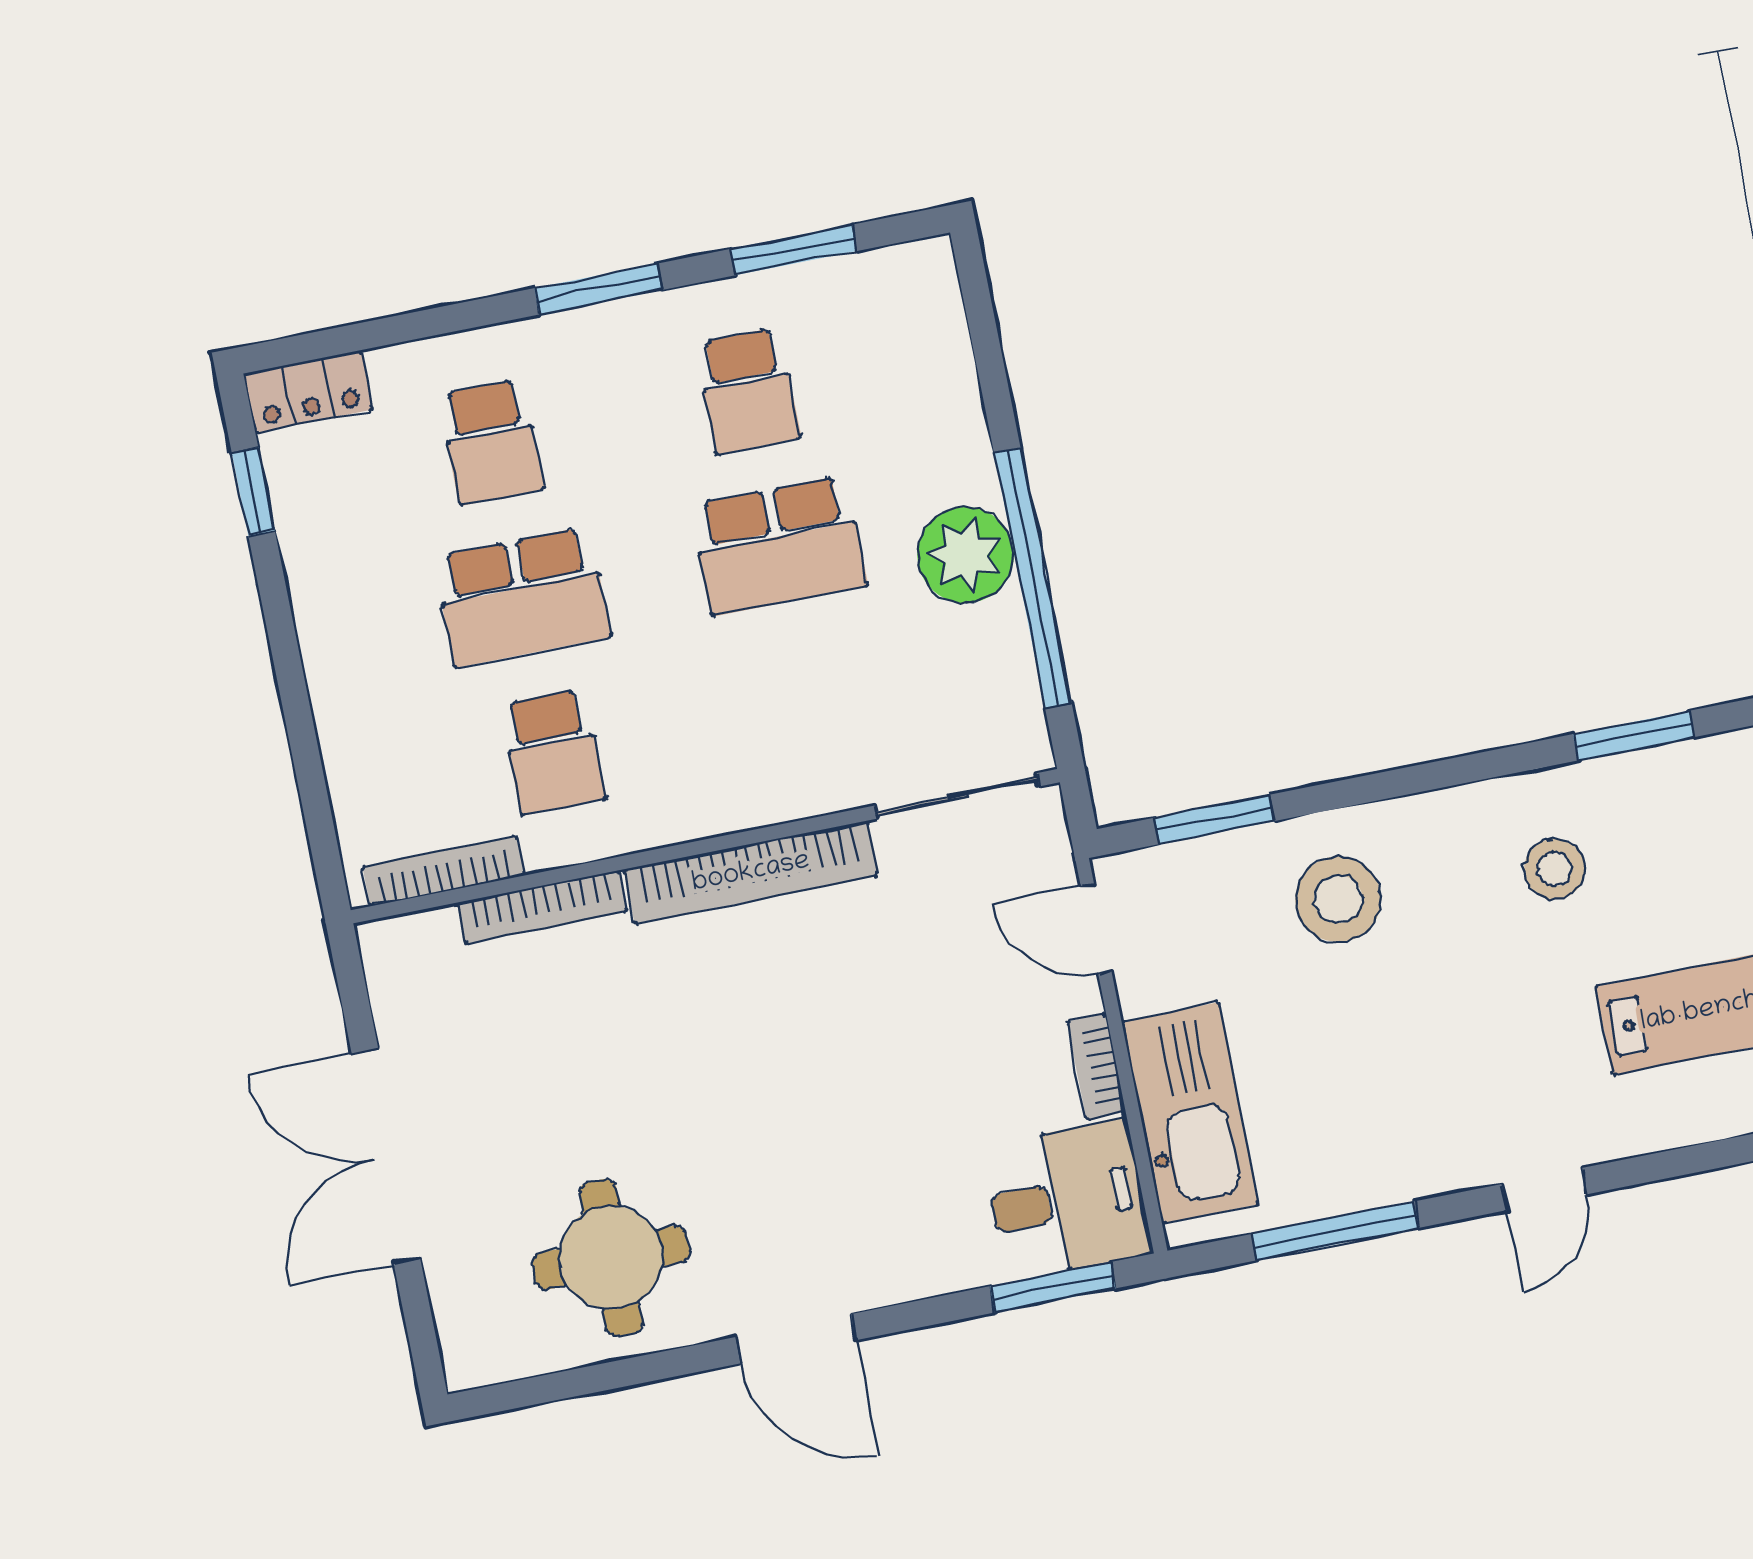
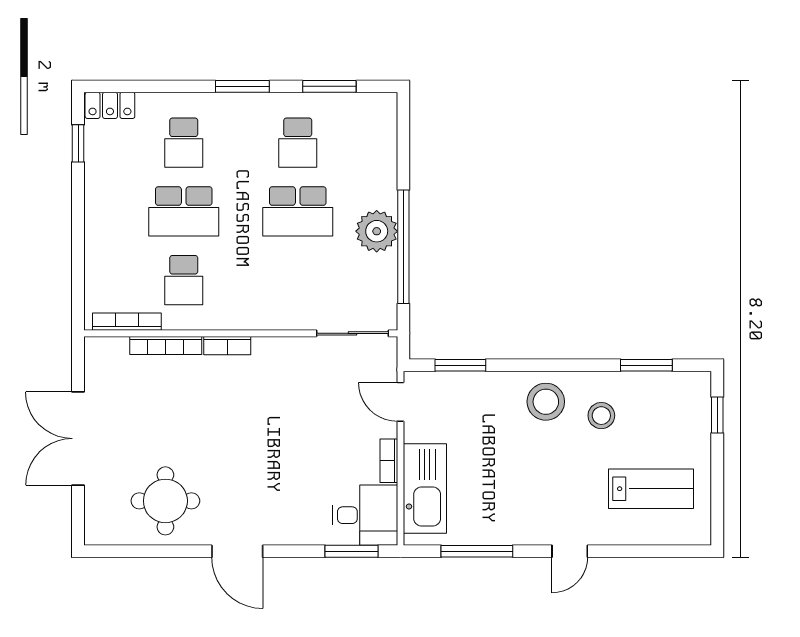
bookcase: (751, 873) -> (227, 346), width x0.43, depth x0.76
stool: (1338, 899) -> (546, 402), moved

